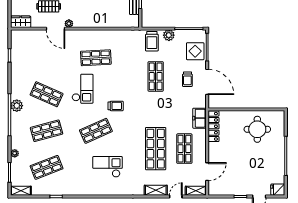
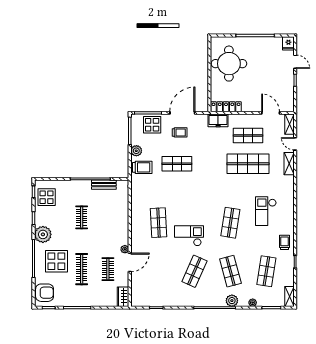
plant: (17, 106) -> (232, 301), moved
trolley: (116, 106) -> (284, 242), moved
round table: (257, 129) -> (229, 64), width x1.36, depth x1.36
shop shelf: (96, 131) -> (230, 223), turned 33
shop shelf: (47, 167) -> (266, 271), turned 30

